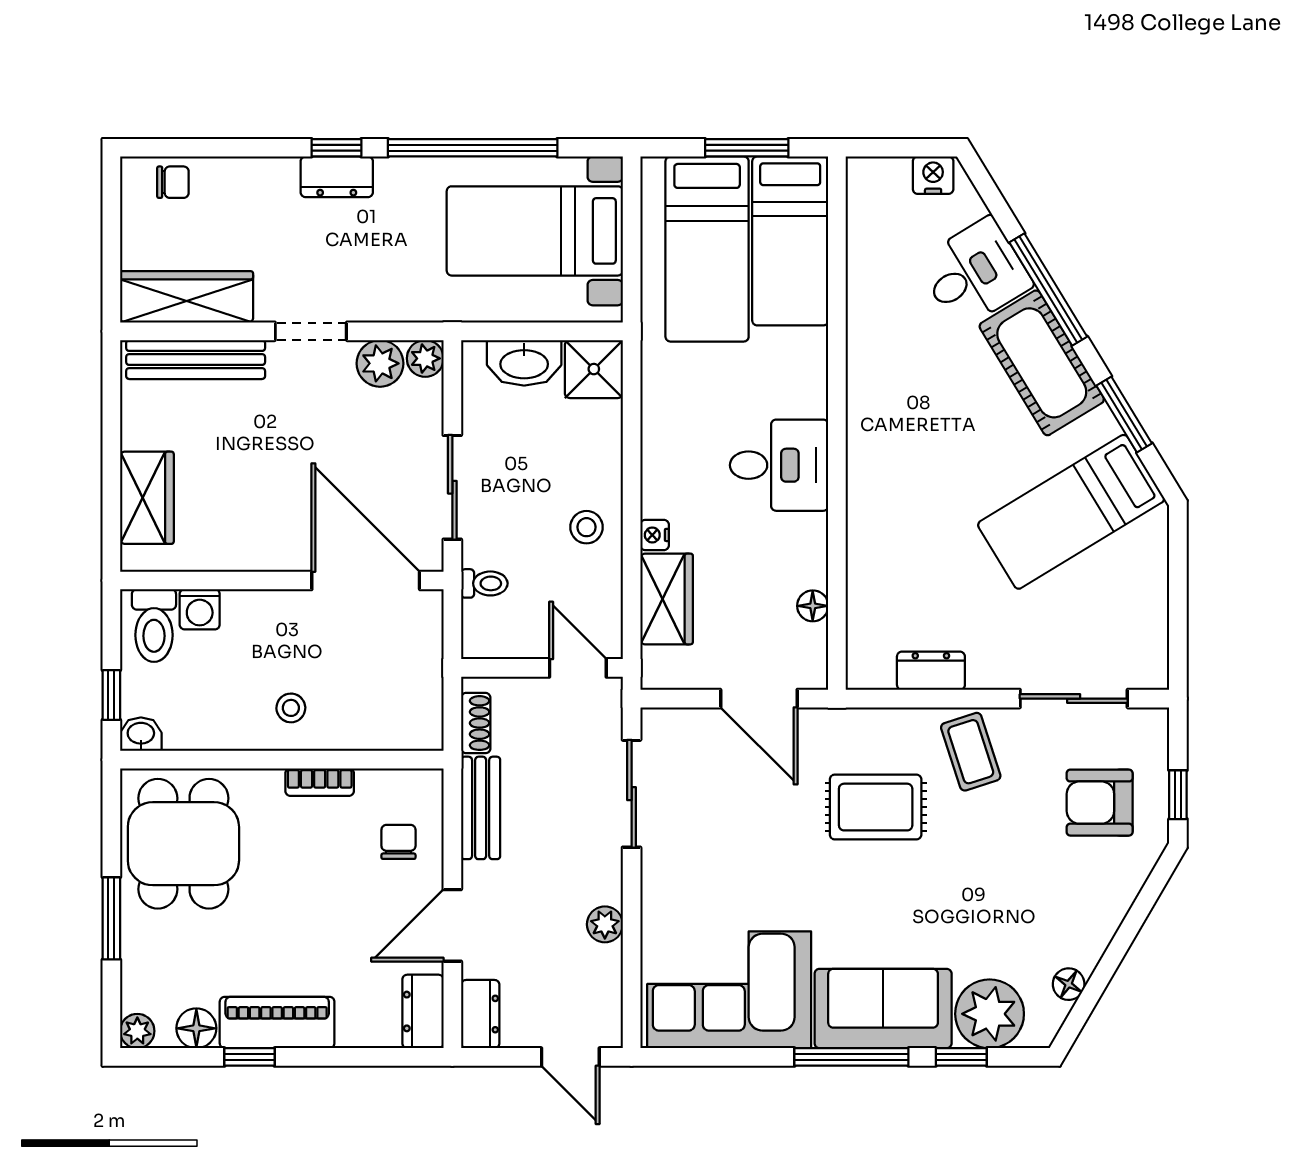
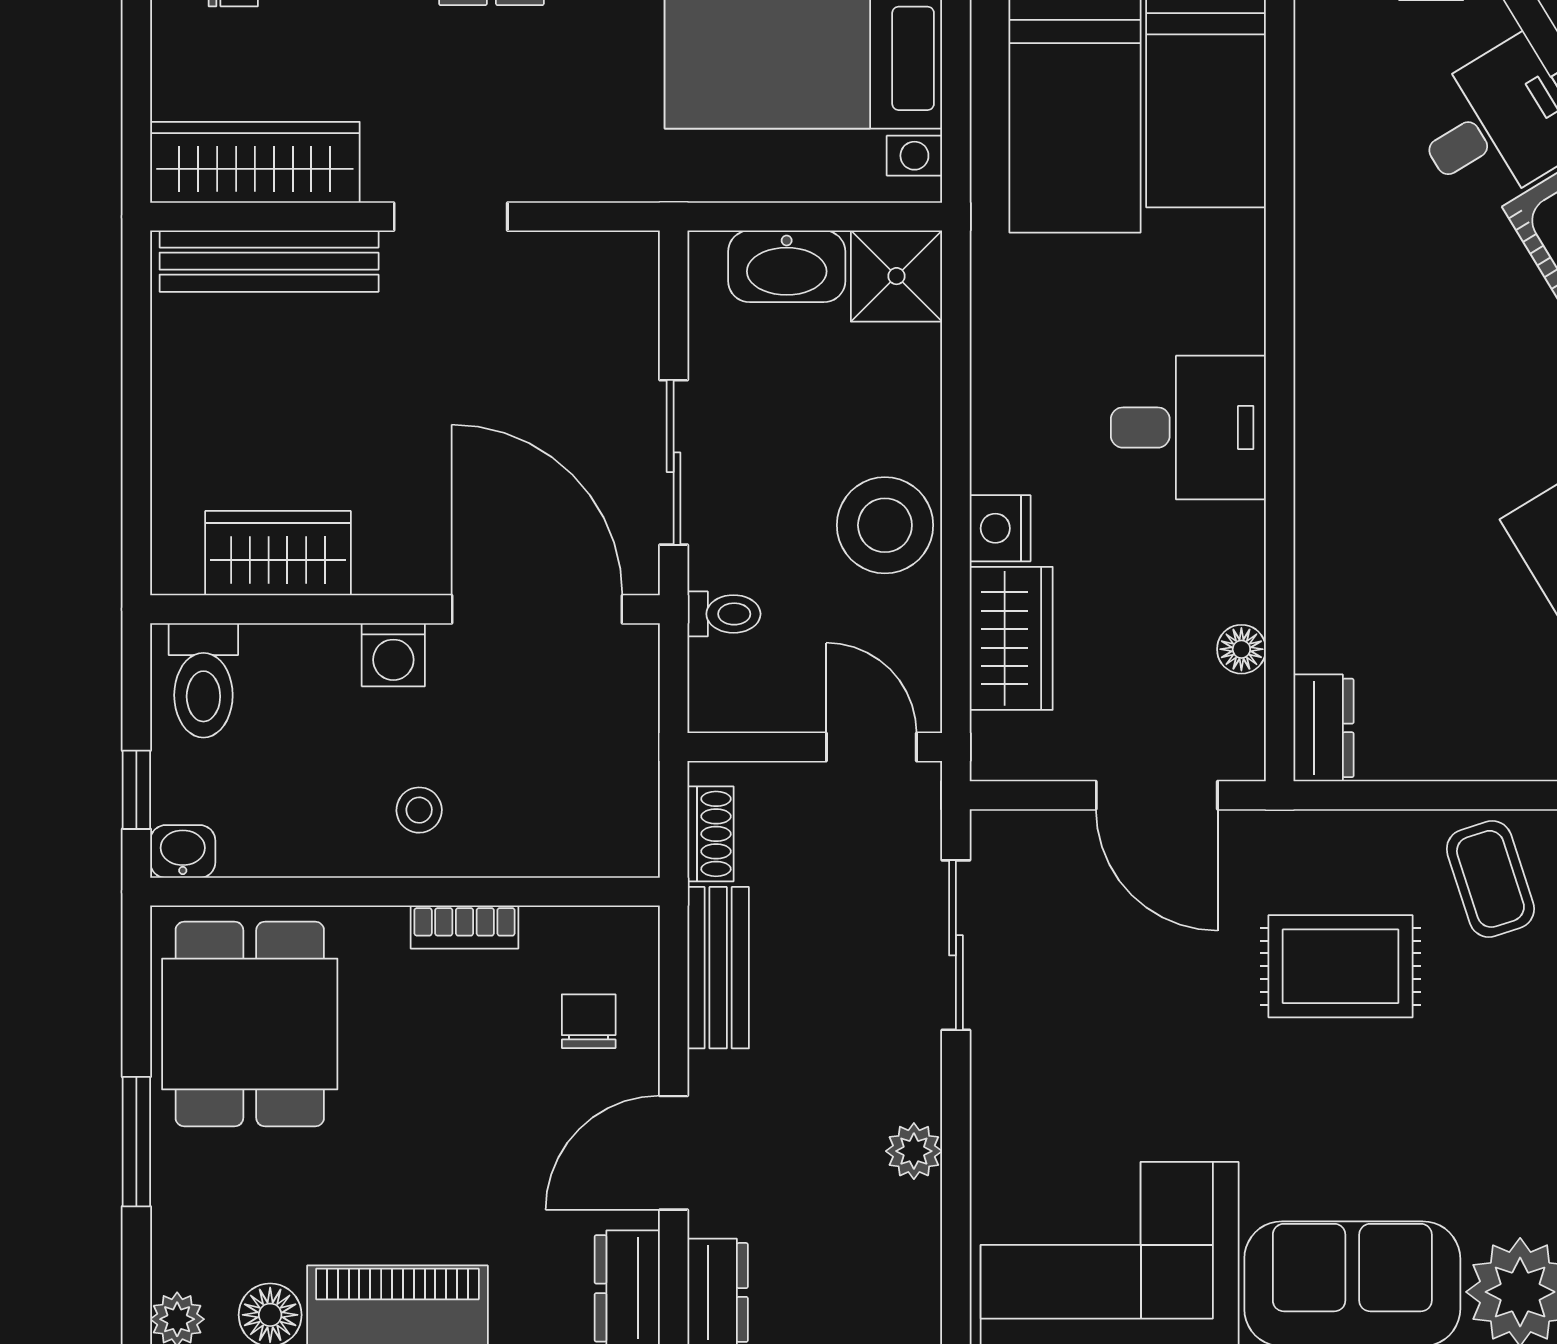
plant: (425, 358) -> (631, 259), removed
plant: (380, 363) -> (560, 267), removed
wardrobe: (147, 498) -> (278, 553), moved, turned -90
stool: (587, 527) -> (885, 525), width x1.89, depth x1.89
nightstand: (655, 535) -> (1000, 528), width x1.39, depth x1.35
washing machine: (200, 609) -> (393, 655), moved
dresser: (931, 671) -> (1324, 728), moved, turned 90

